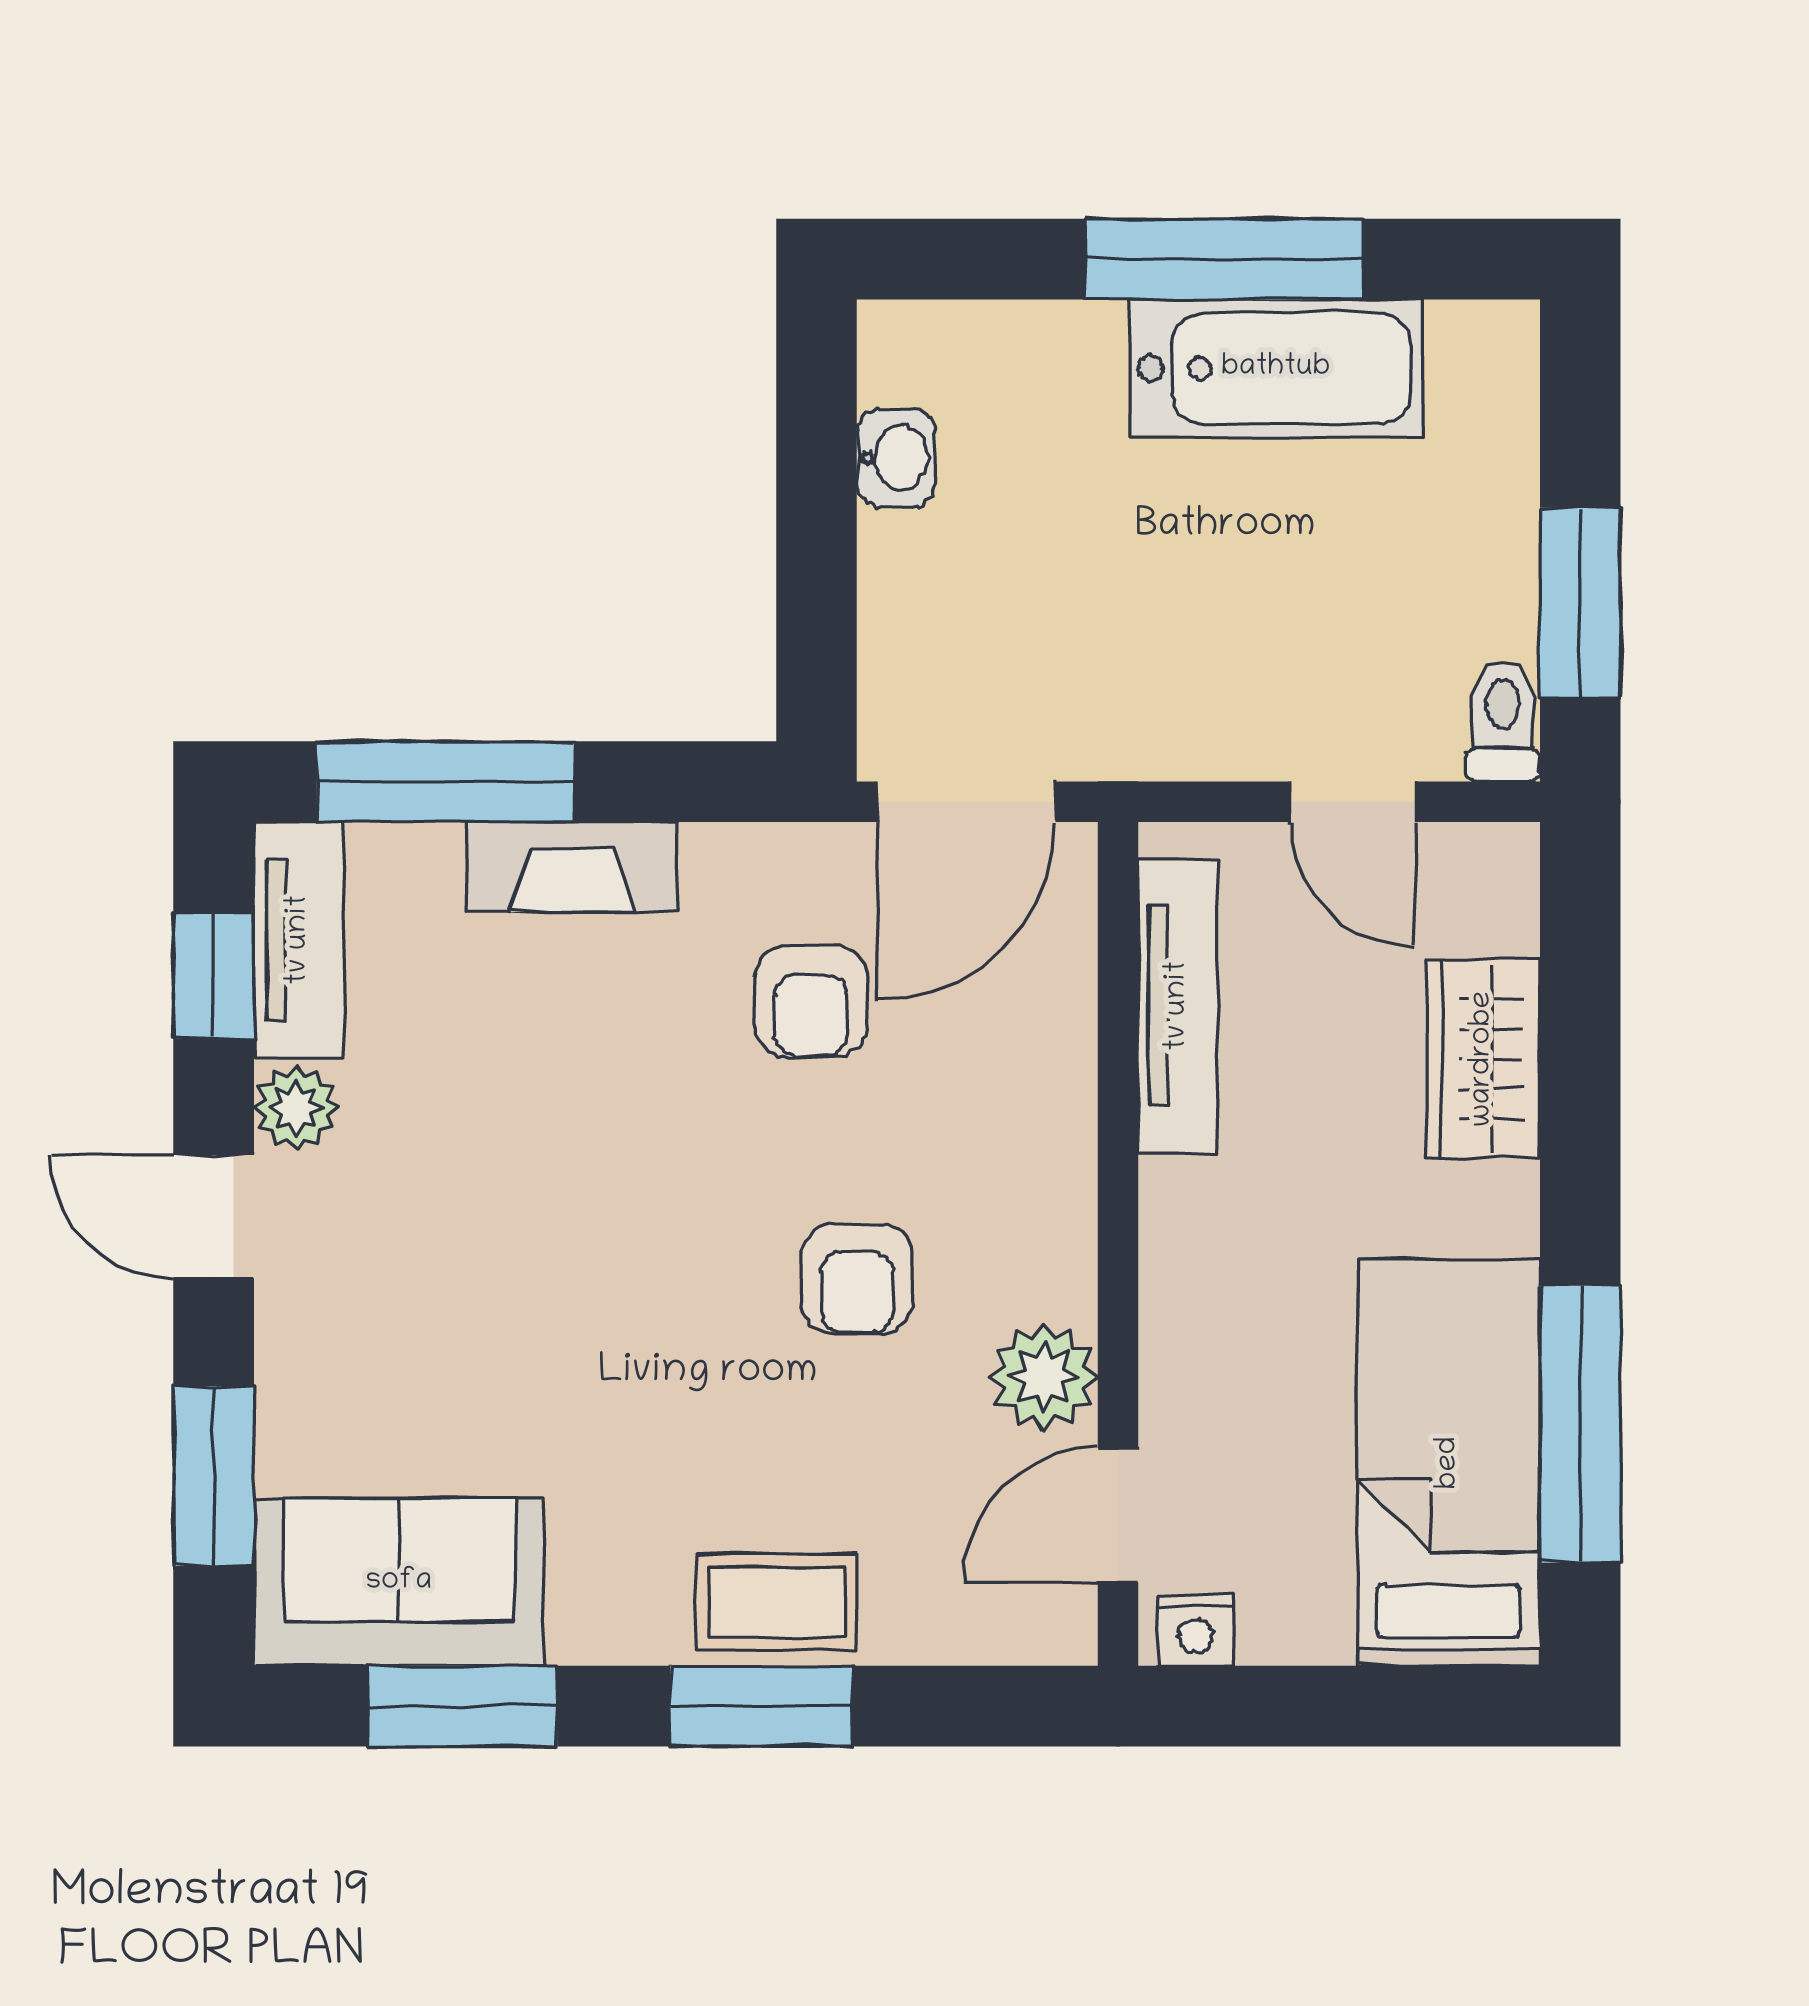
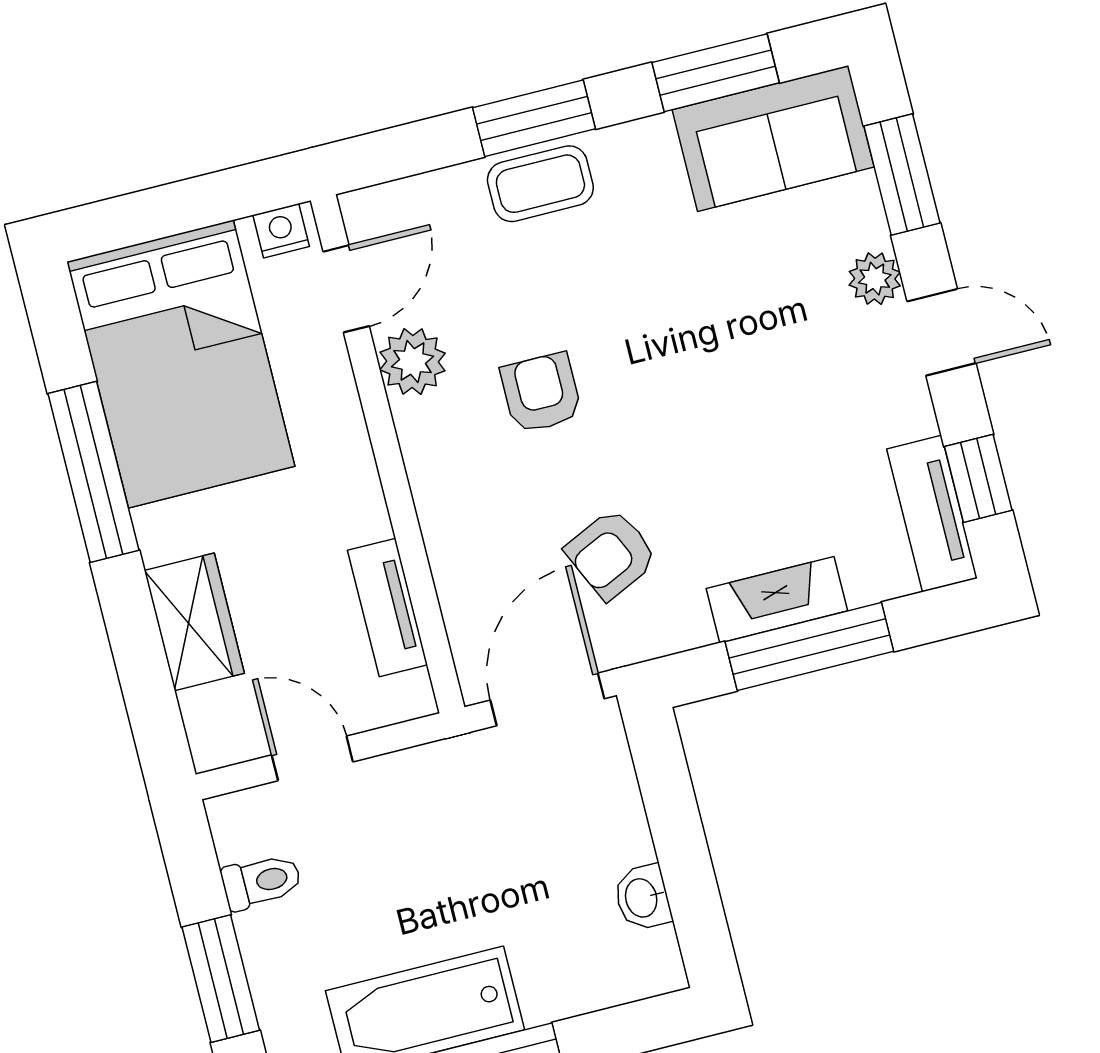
window: (1580, 603) -> (221, 979), moved
toilet: (1503, 721) -> (261, 882), moved, turned -90
window: (445, 782) -> (809, 647), moved
armchair: (811, 1002) -> (611, 554), turned -115
tv unit: (1178, 1006) -> (388, 608), width x0.71
plant: (296, 1108) -> (875, 279), moved
window: (1580, 1424) -> (93, 472), moved
bed: (1449, 1463) -> (181, 364), width x1.50

